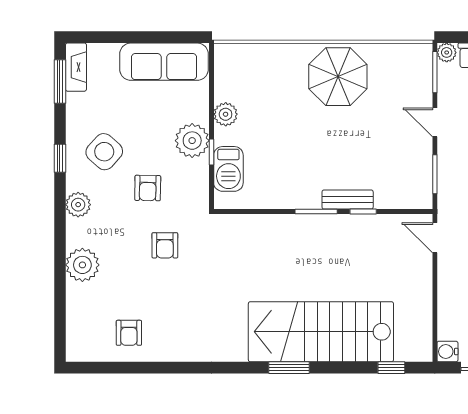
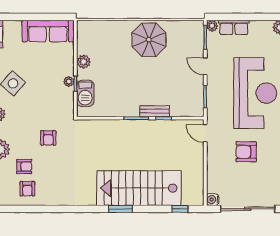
plant: (192, 141) -> (69, 82), width x0.53, depth x0.53
armchair: (148, 188) -> (24, 167), moved, turned -91

